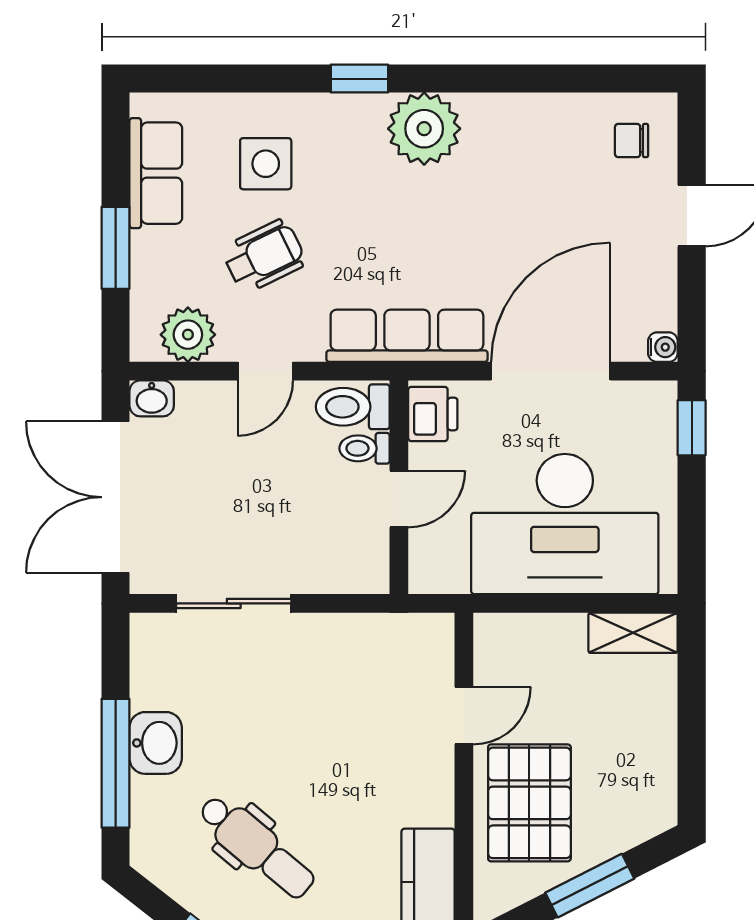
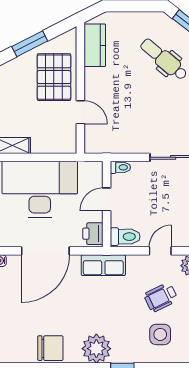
chair: (632, 141) -> (50, 348), moved, width x1.87, depth x1.87
row of seats: (407, 336) -> (103, 265), width x0.68
toilet: (365, 448) -> (120, 167), moved
door: (464, 716) -> (80, 112), swing flipped

